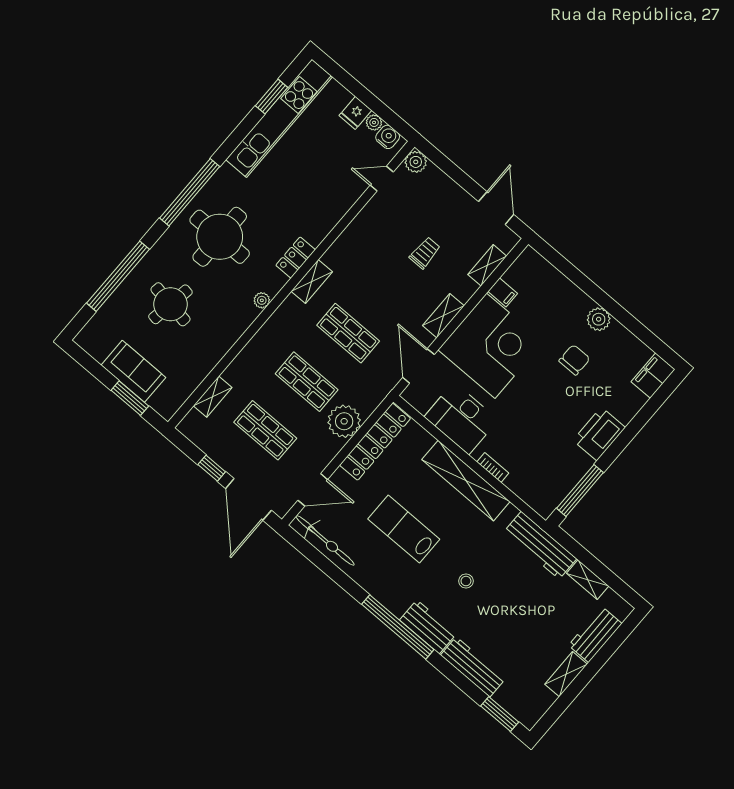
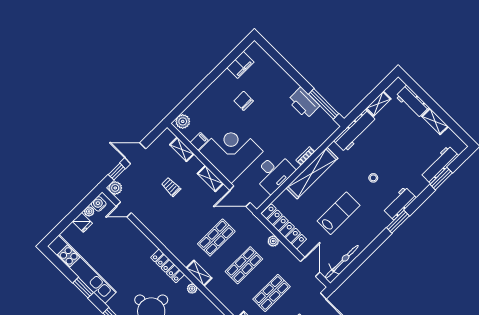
window: (271, 97) -> (83, 288), moved
window: (443, 162) -> (117, 172), added
door: (382, 179) -> (124, 210), hinge flipped
door: (496, 208) -> (135, 153), moved
locker: (296, 258) -> (168, 266), width x1.53
shelving: (312, 282) -> (199, 273), moved
plant: (599, 319) -> (183, 121), moved
filing cabinet: (653, 376) -> (240, 65), moved, turned -90
plant: (344, 421) -> (273, 241), width x0.53, depth x0.53
printer: (599, 434) -> (304, 103), moved
lab bench: (404, 529) -> (339, 213), turned 180
window: (398, 627) -> (398, 222), width x0.47
workbench: (473, 667) -> (439, 164), moved
window: (500, 714) -> (441, 179), moved

